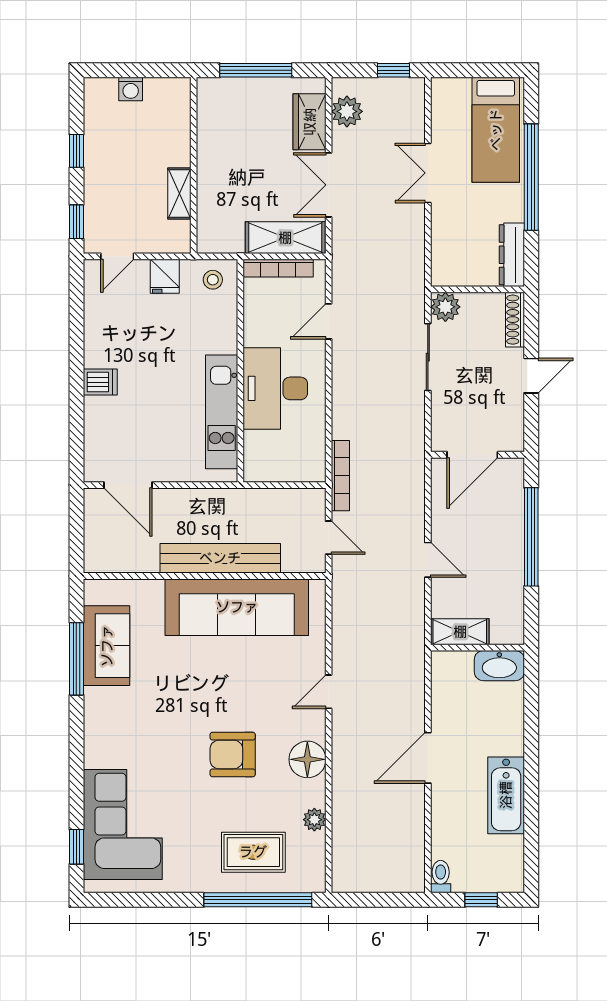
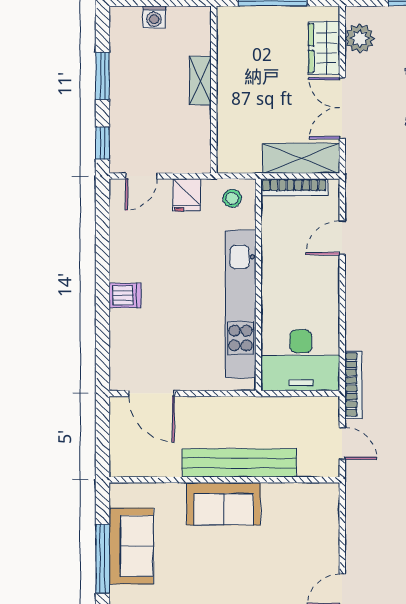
window: (76, 151) -> (103, 76), width x1.50
shelving: (179, 194) -> (200, 81), moved
desk: (275, 388) -> (301, 360), moved, turned -90
kitchen unit: (222, 412) -> (240, 304), width x1.36
sofa: (237, 607) -> (224, 504), width x0.54, depth x0.79

